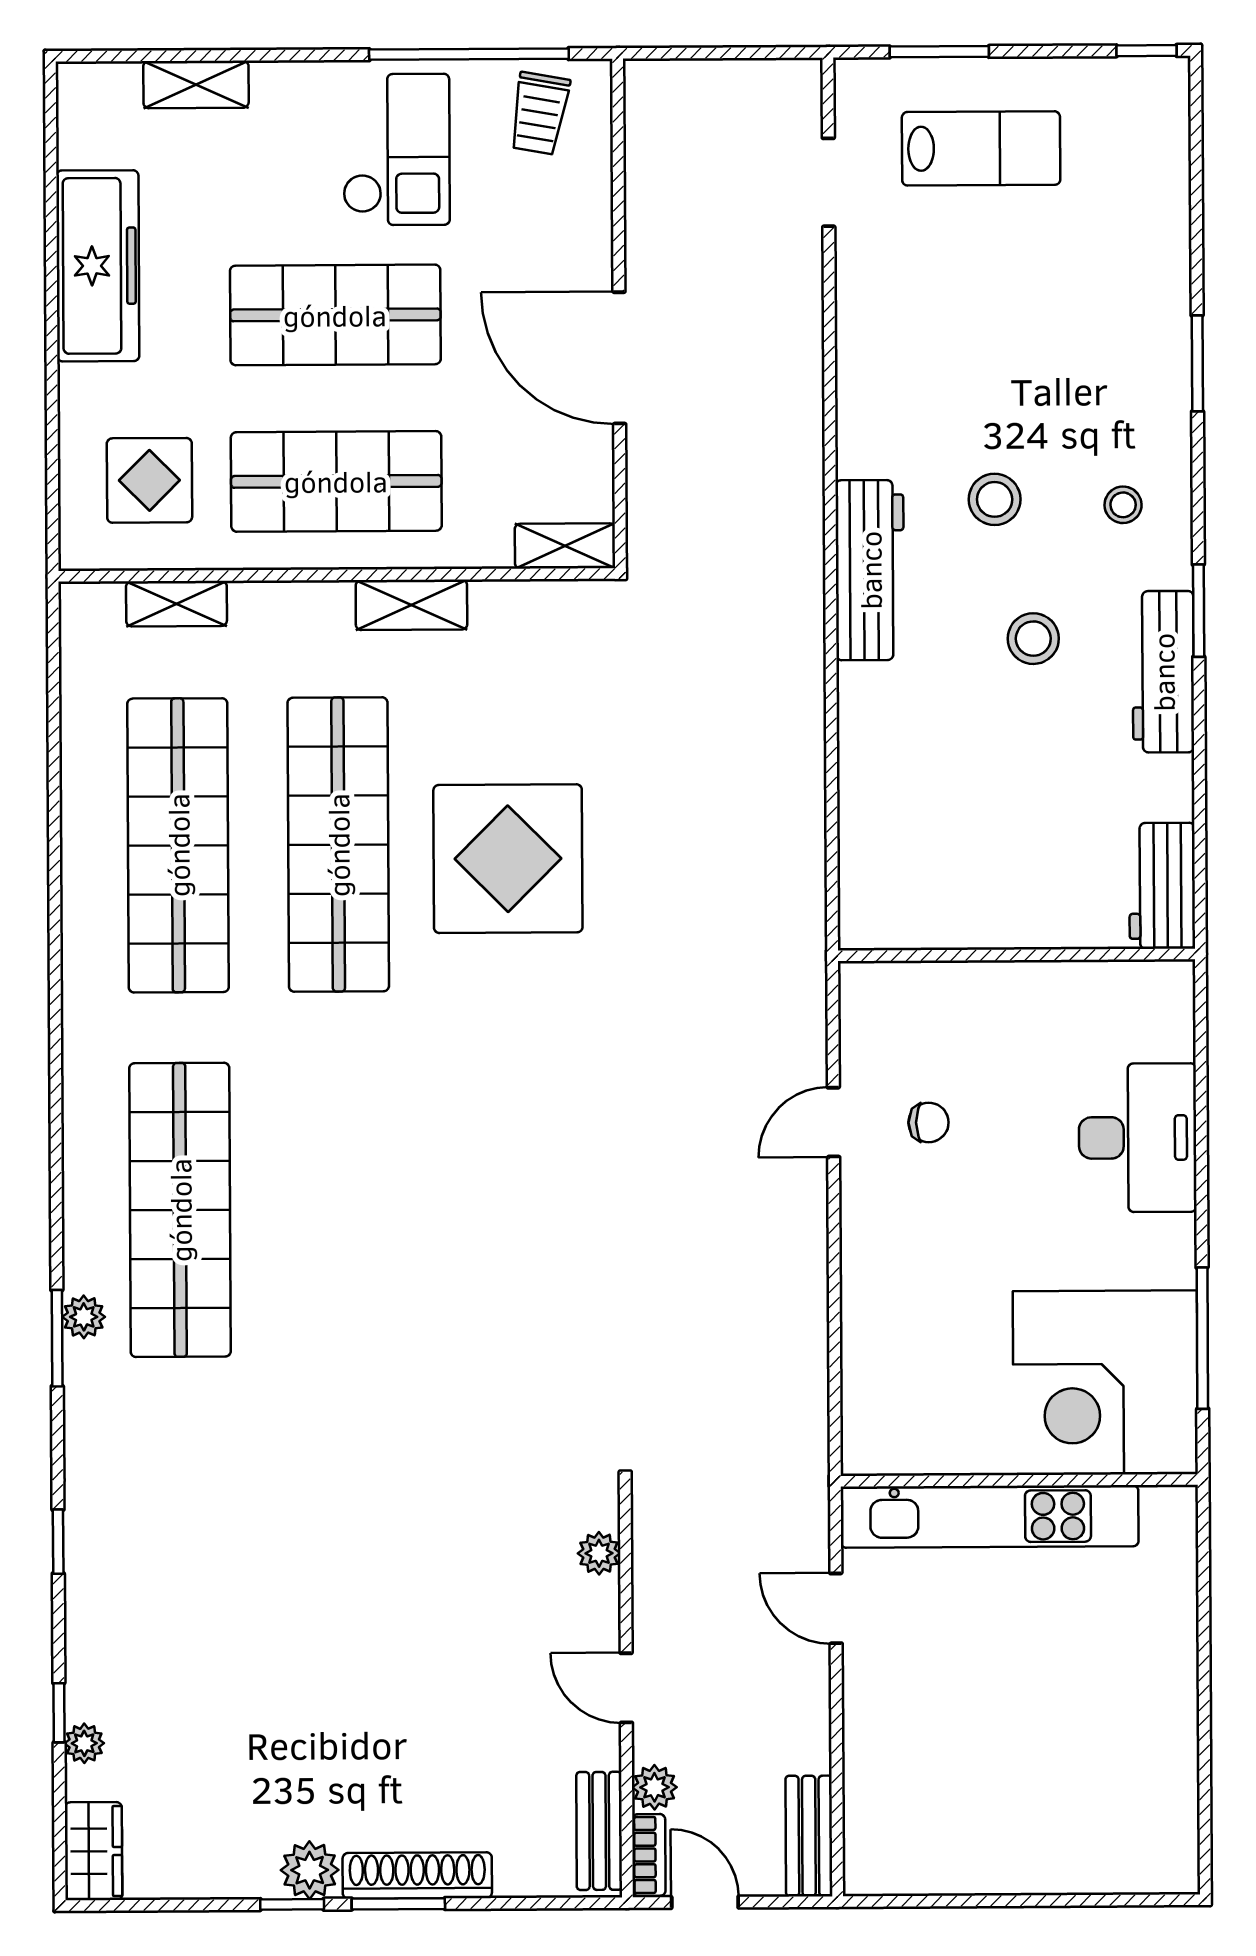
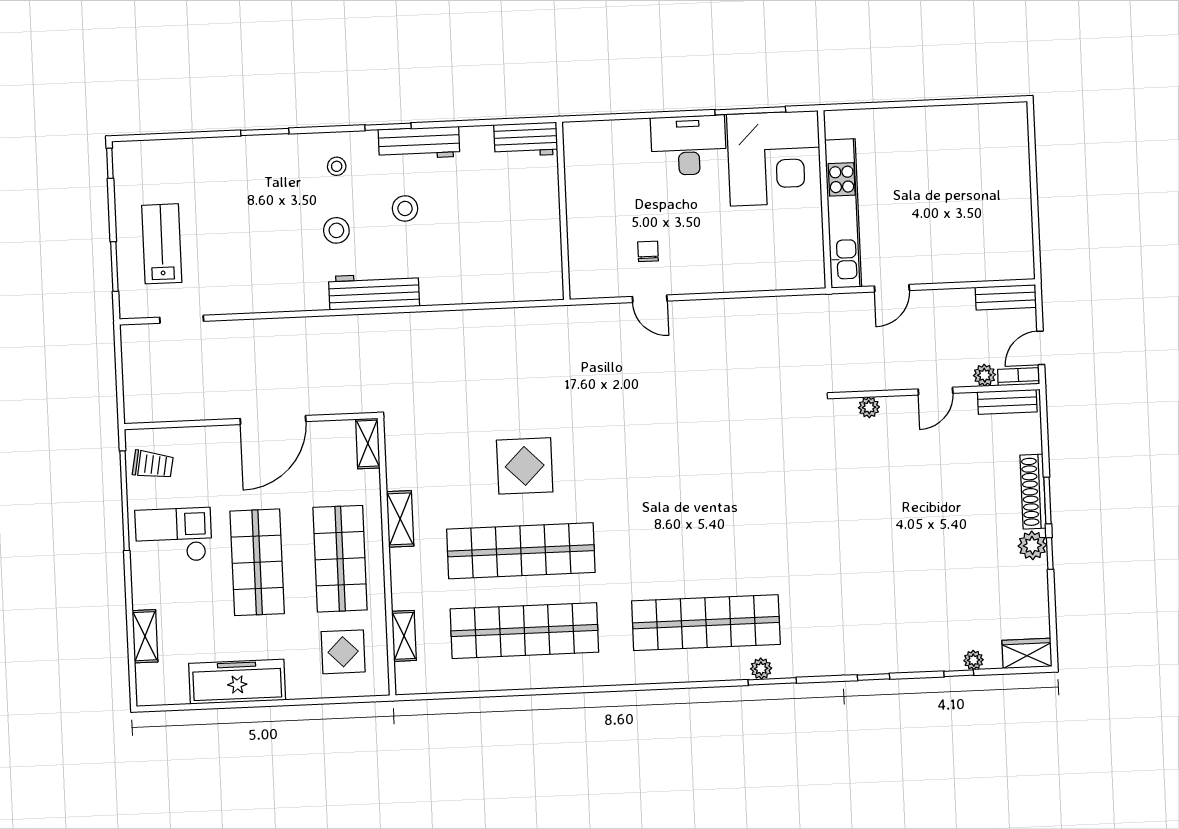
display table: (508, 859) -> (525, 466), width x0.73, depth x0.73
desk: (1138, 1138) -> (689, 145), moved

